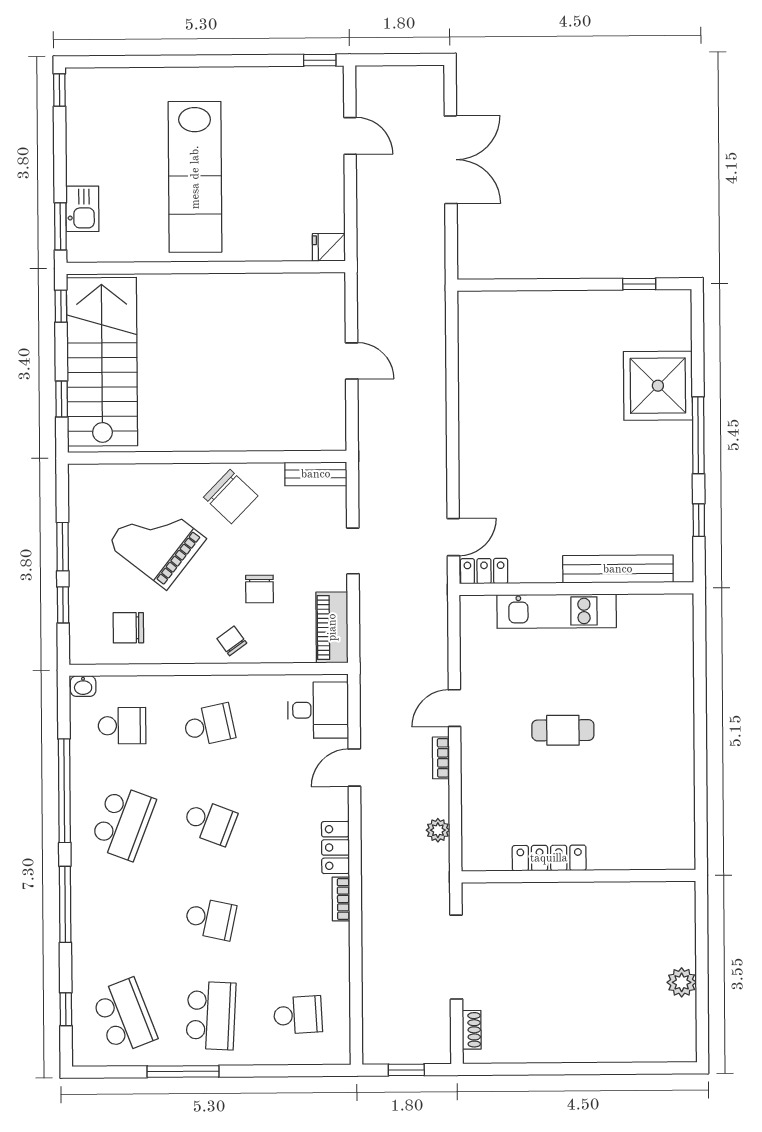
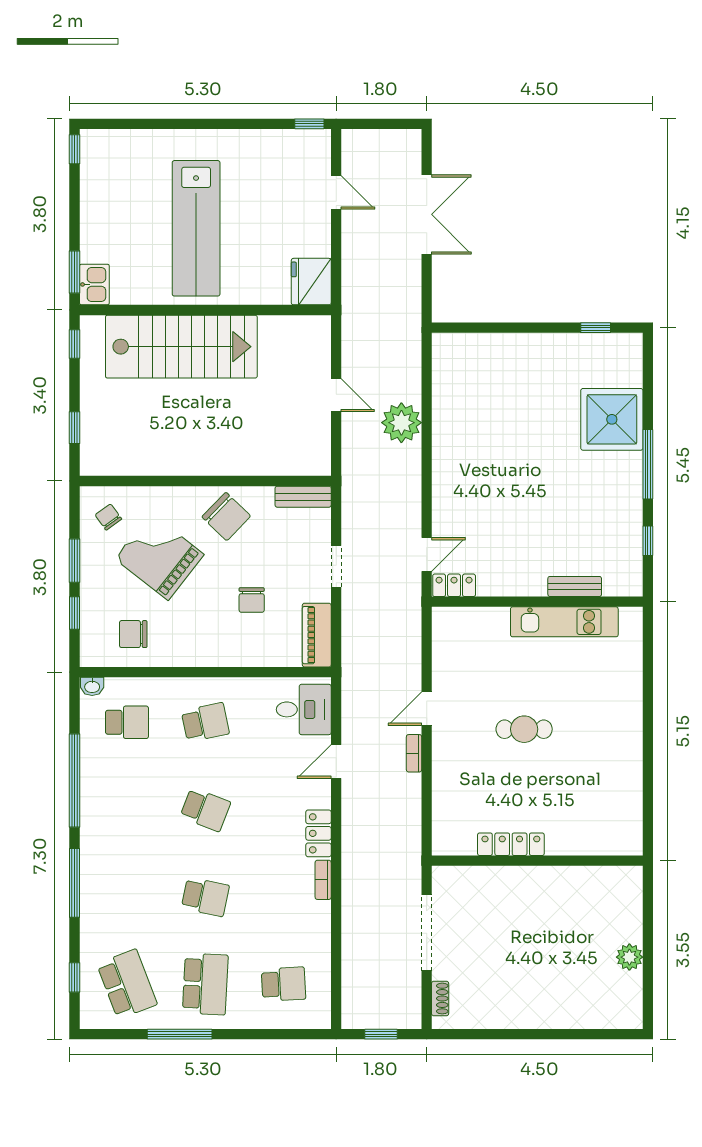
kitchen sink: (82, 209) -> (94, 284), moved
fridge: (329, 247) -> (311, 282), width x1.88, depth x1.34
stairs: (102, 362) -> (181, 347), moved, turned 90
bench: (618, 569) -> (575, 586), width x0.54, depth x0.82
kitchen unit: (557, 611) -> (564, 622), moved
chair: (232, 641) -> (108, 517), moved
school desk: (123, 822) -> (127, 810), removed
plant: (438, 830) -> (401, 423), moved, width x1.88, depth x1.88

